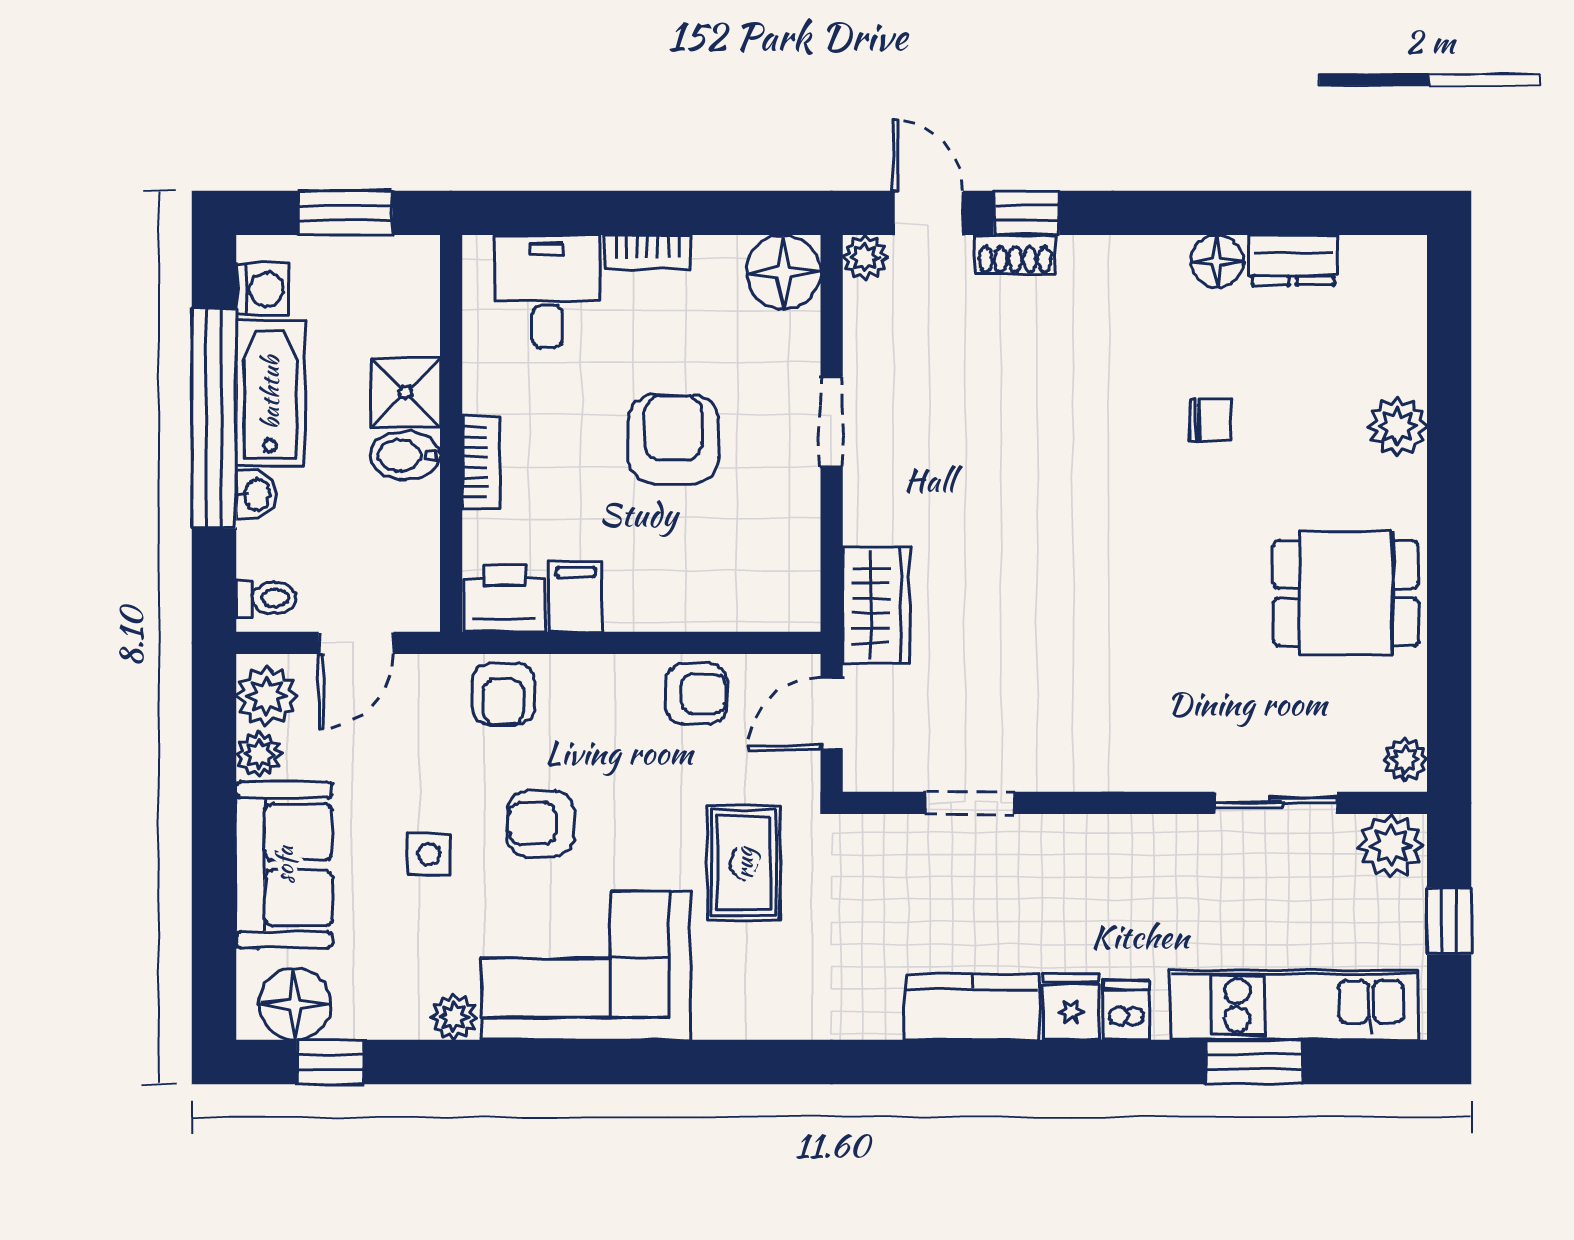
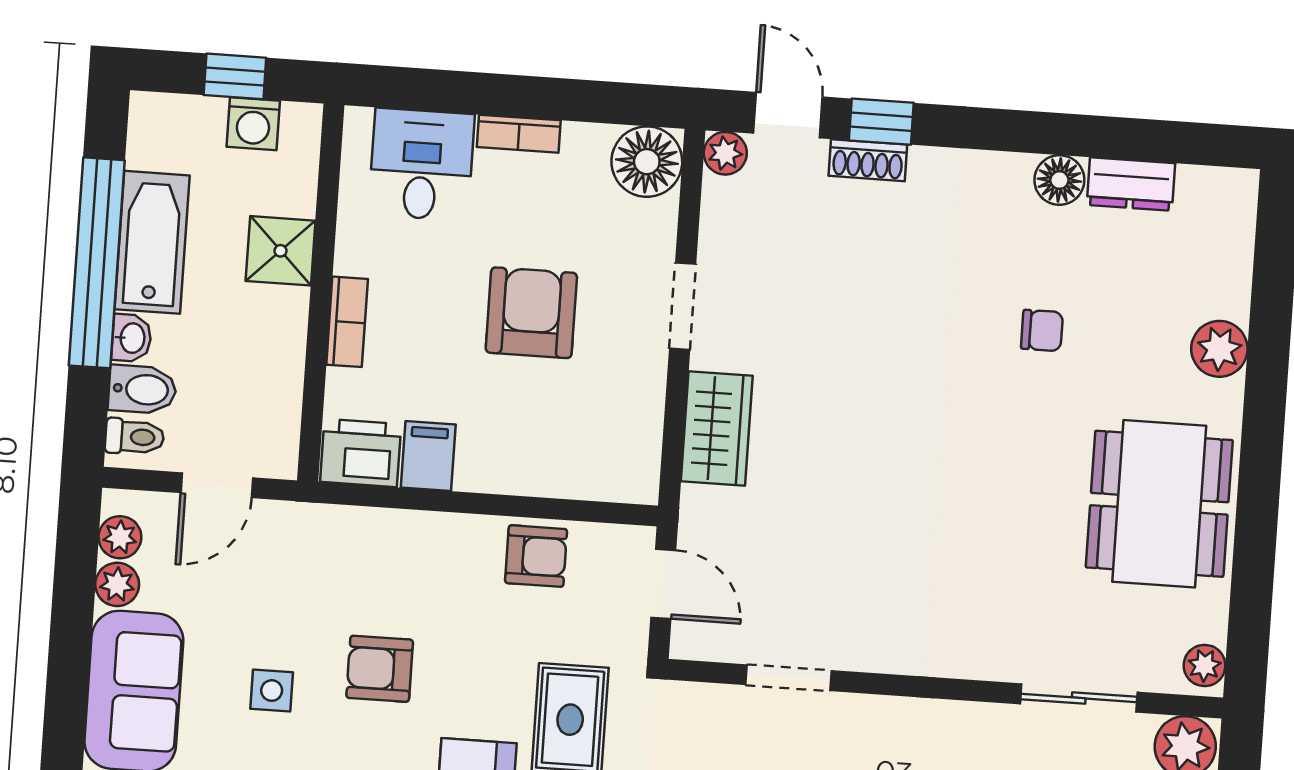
window: (345, 213) -> (235, 76), width x0.67
washing machine: (262, 289) -> (253, 124), moved, turned 90
bidet: (405, 455) -> (142, 389), moved, turned 180
dining table: (1346, 593) -> (1159, 504), width x1.38
wardrobe: (876, 606) -> (717, 428), moved
armchair: (503, 694) -> (353, 544), removed
plant: (267, 696) -> (120, 537), width x0.73, depth x0.73
door: (832, 714) -> (663, 584), swing flipped

